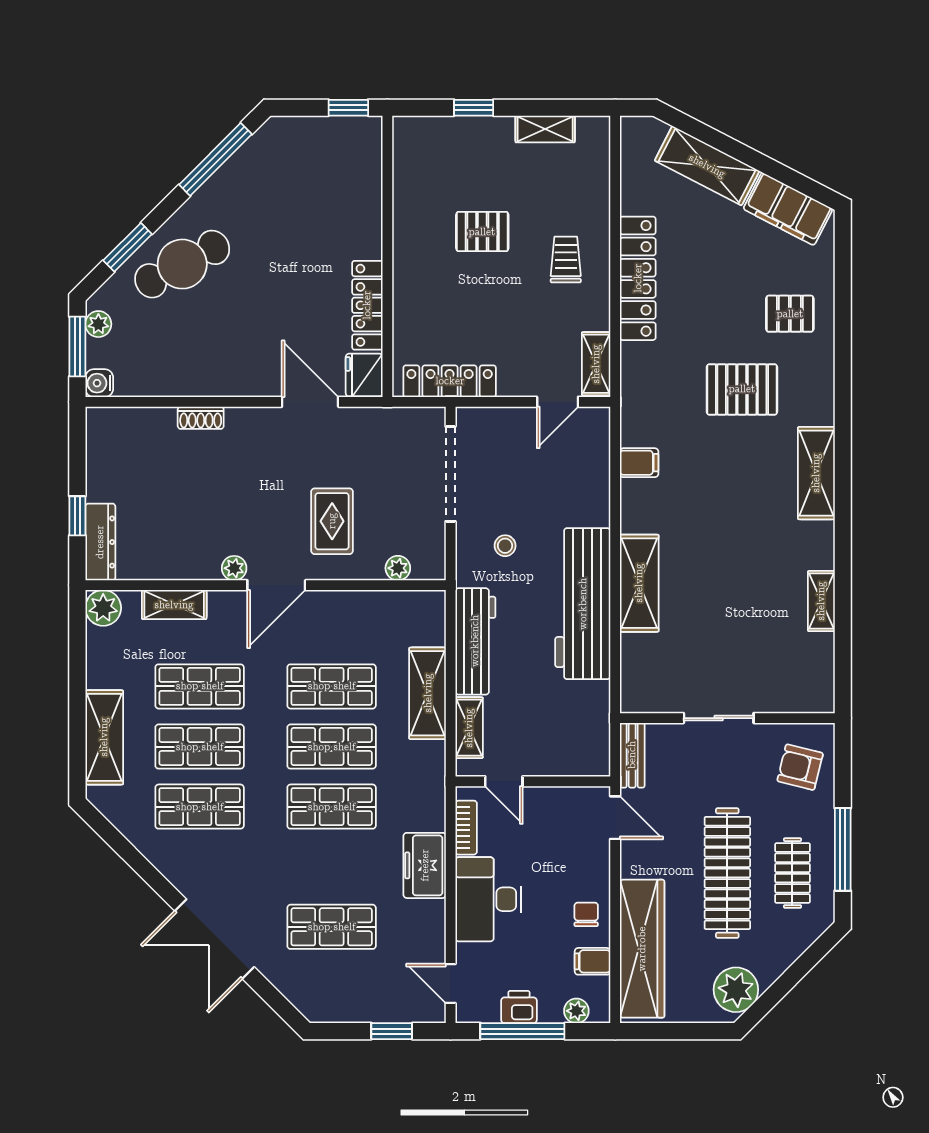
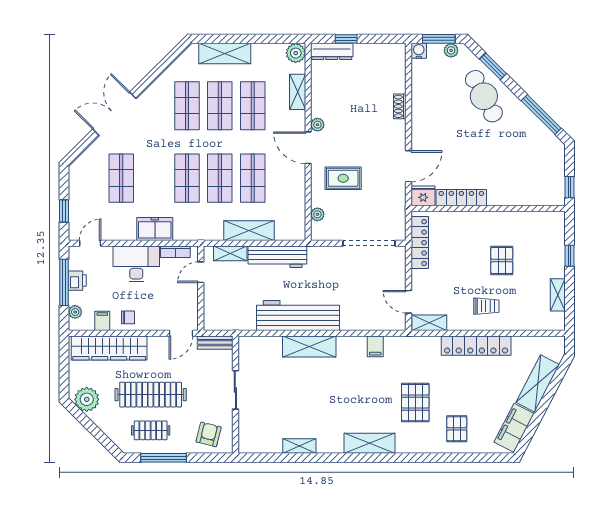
stool: (505, 546) -> (330, 273), removed

